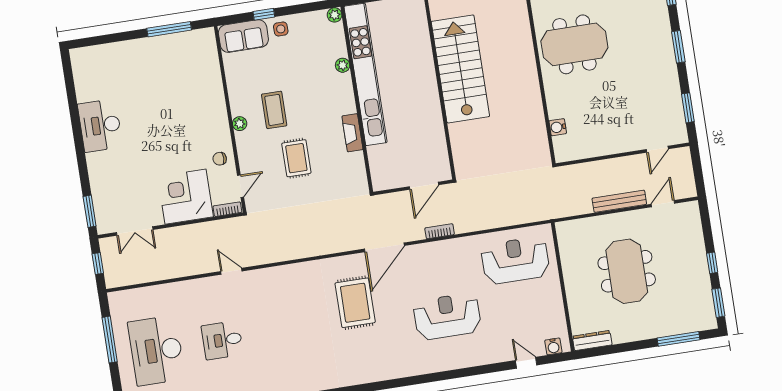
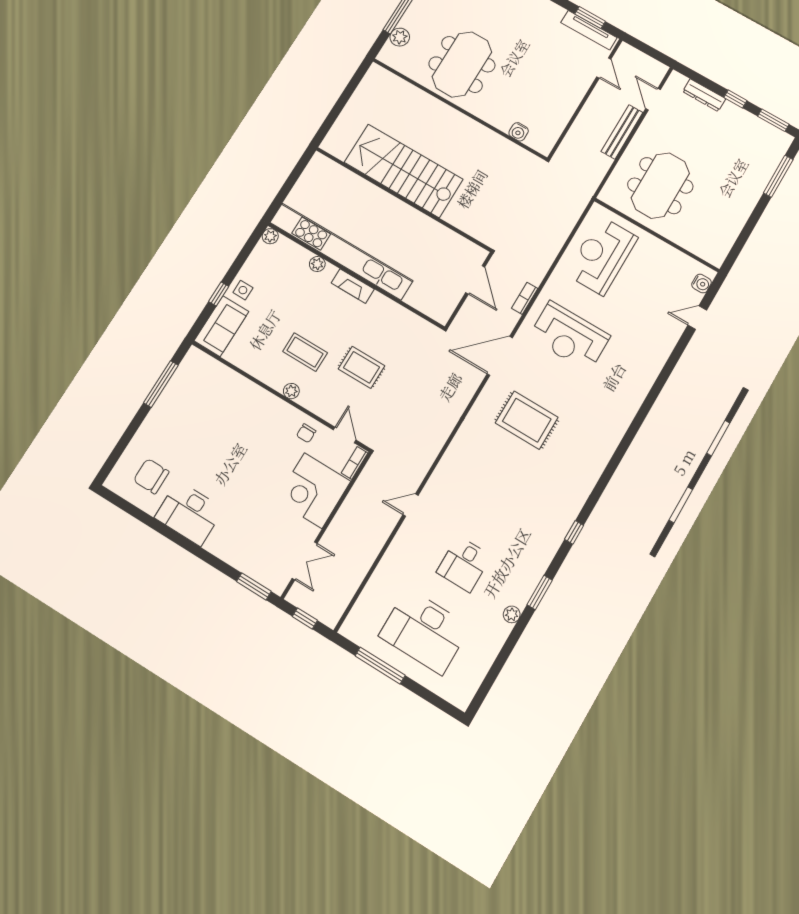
chair: (103, 78) -> (151, 476), added
tv unit: (677, 115) -> (589, 30), added
fireplace: (352, 133) -> (353, 286), moved
door: (384, 247) -> (500, 356), swing flipped
meeting table: (627, 271) -> (660, 186), moved, turned 90
reception desk: (447, 316) -> (569, 336), moved, turned -90
dresser: (592, 341) -> (704, 95), moved, turned -90

